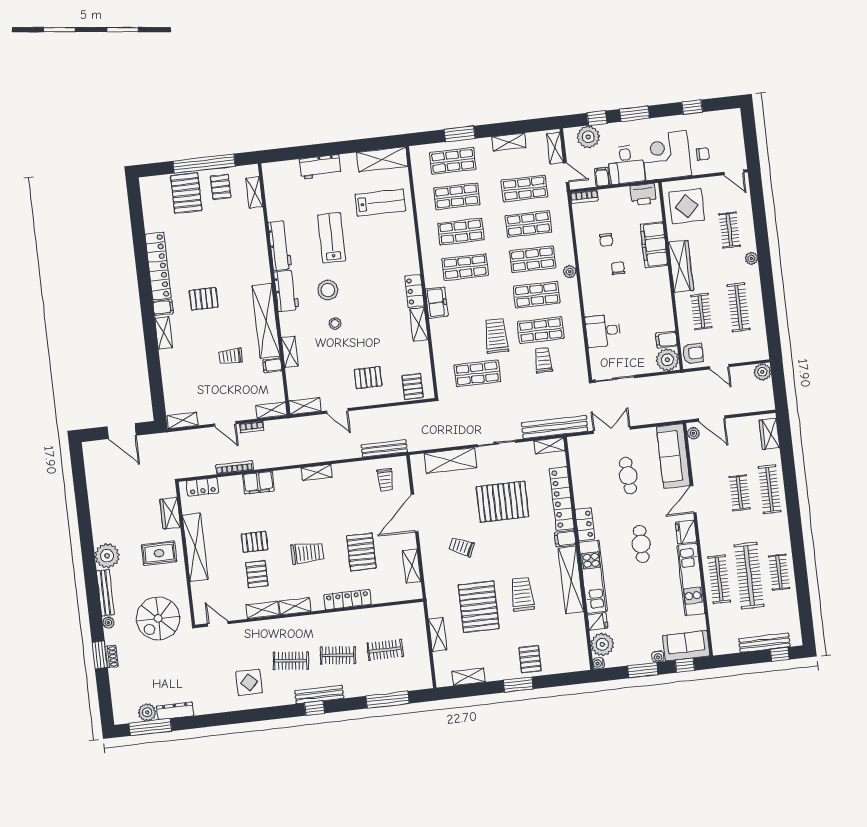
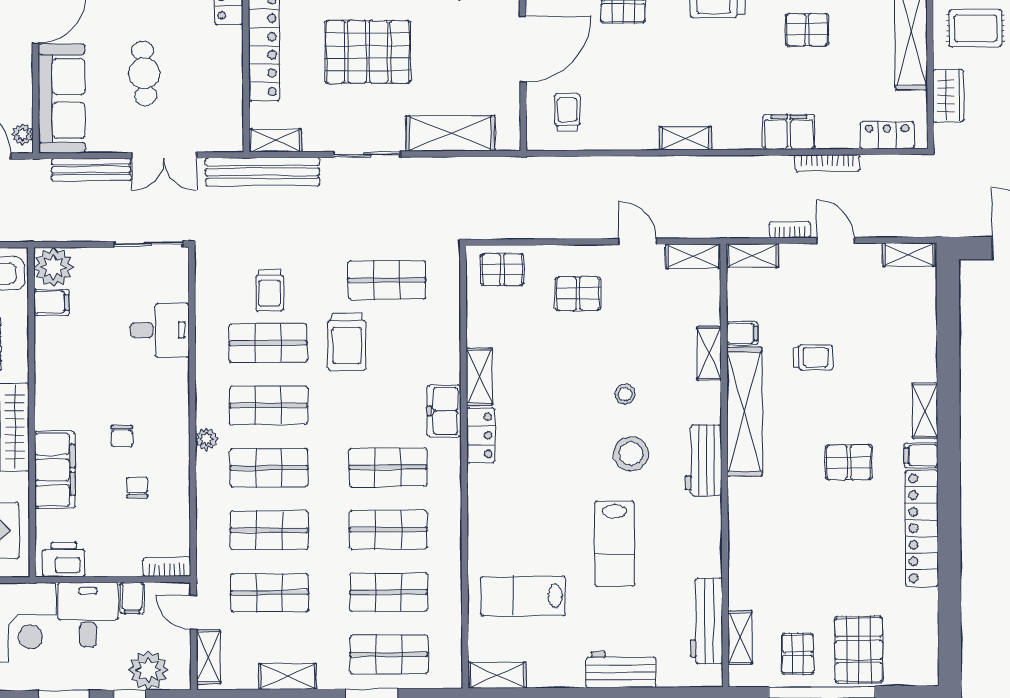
shelving: (382, 159) -> (497, 675), width x0.67, depth x0.75
workbench: (280, 246) -> (706, 621), moved
pallet: (413, 387) -> (502, 270), turned 90
bench: (384, 448) -> (91, 170), moved

